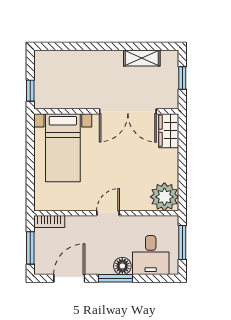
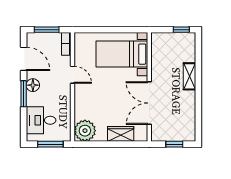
shelving: (142, 58) -> (189, 76), moved
window: (30, 91) -> (181, 30), moved
wardrobe: (169, 131) -> (121, 134), moved
door: (108, 213) -> (73, 75), moved
floor lamp: (122, 266) -> (33, 85), moved

